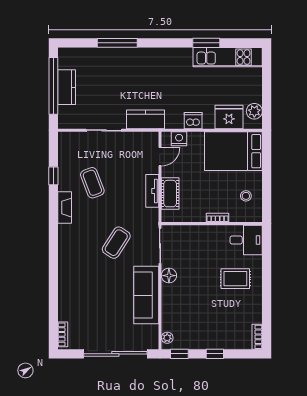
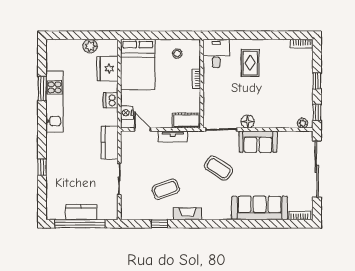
window: (117, 43) -> (42, 167), width x0.46
kitchen unit: (228, 57) -> (55, 101), moved
plant: (254, 111) -> (90, 46), moved
cot: (170, 194) -> (186, 121), moved
sofa: (71, 289) -> (260, 208), added
sofa: (146, 295) -> (258, 142), width x0.73

